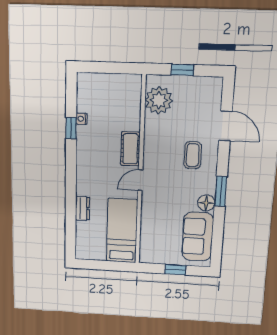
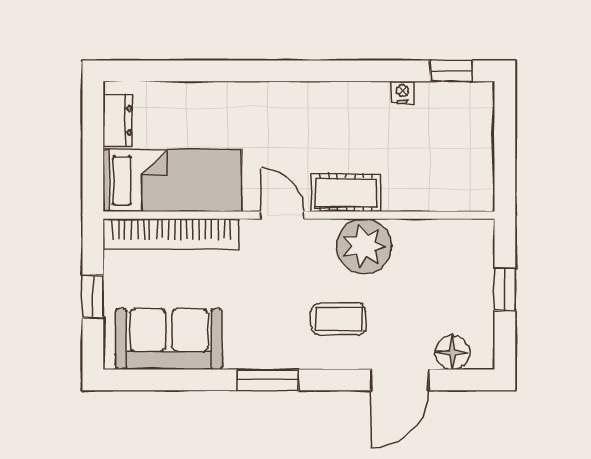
plant: (159, 100) -> (364, 246), moved
window: (71, 128) -> (451, 71), moved
floor lamp: (206, 203) -> (452, 352), moved
dresser: (82, 208) -> (118, 120), moved, turned -90
bookcase: (147, 233) -> (171, 234), added

